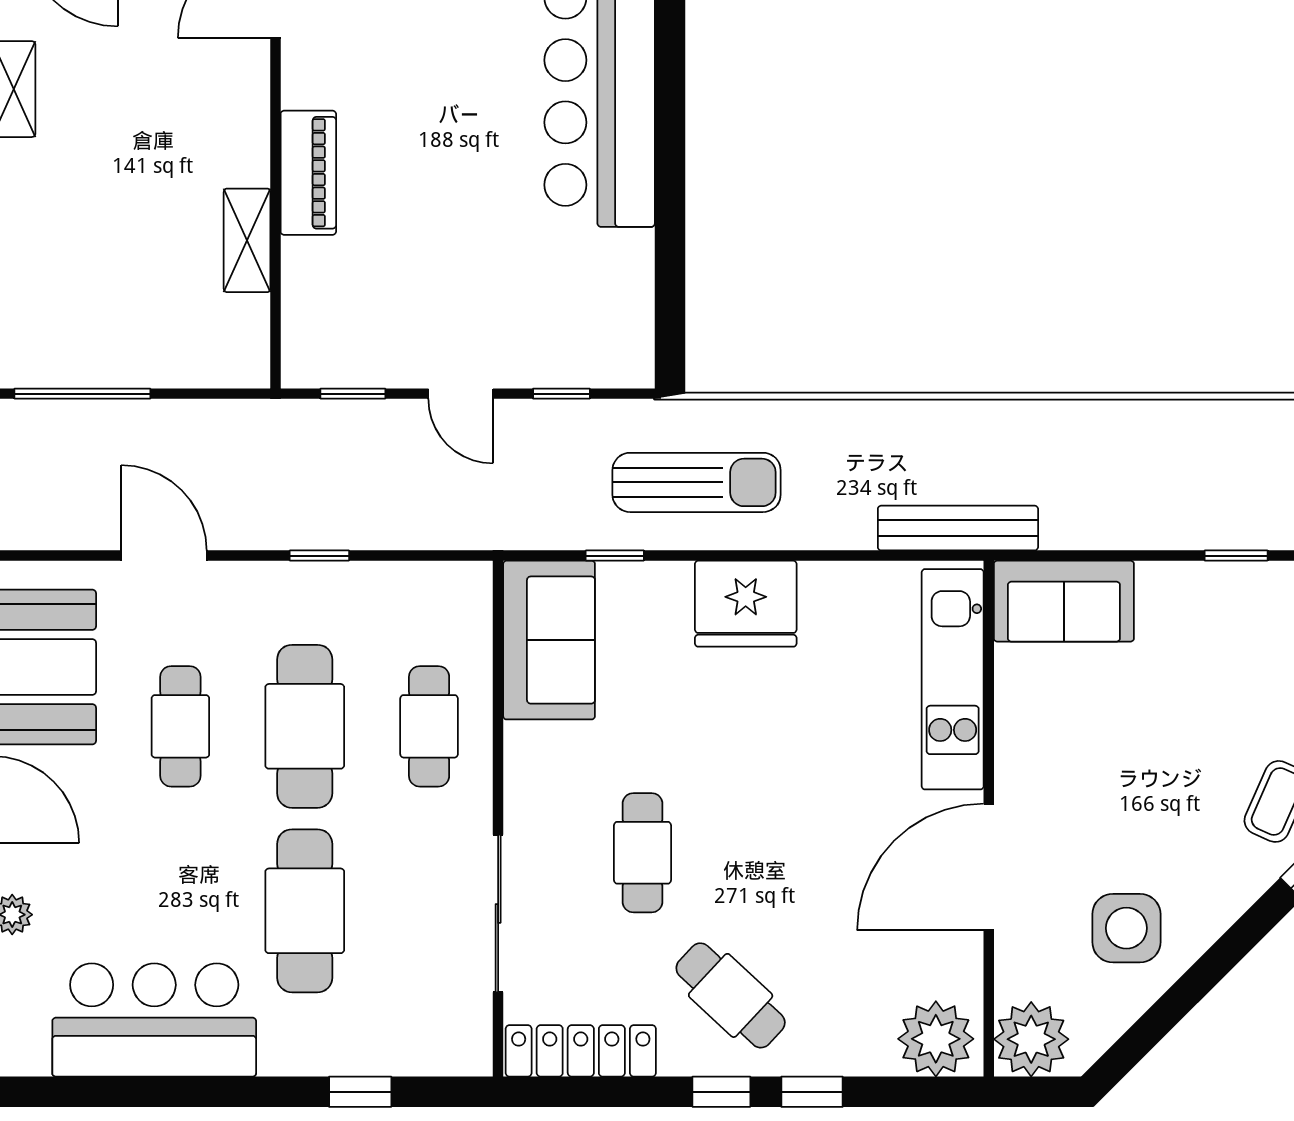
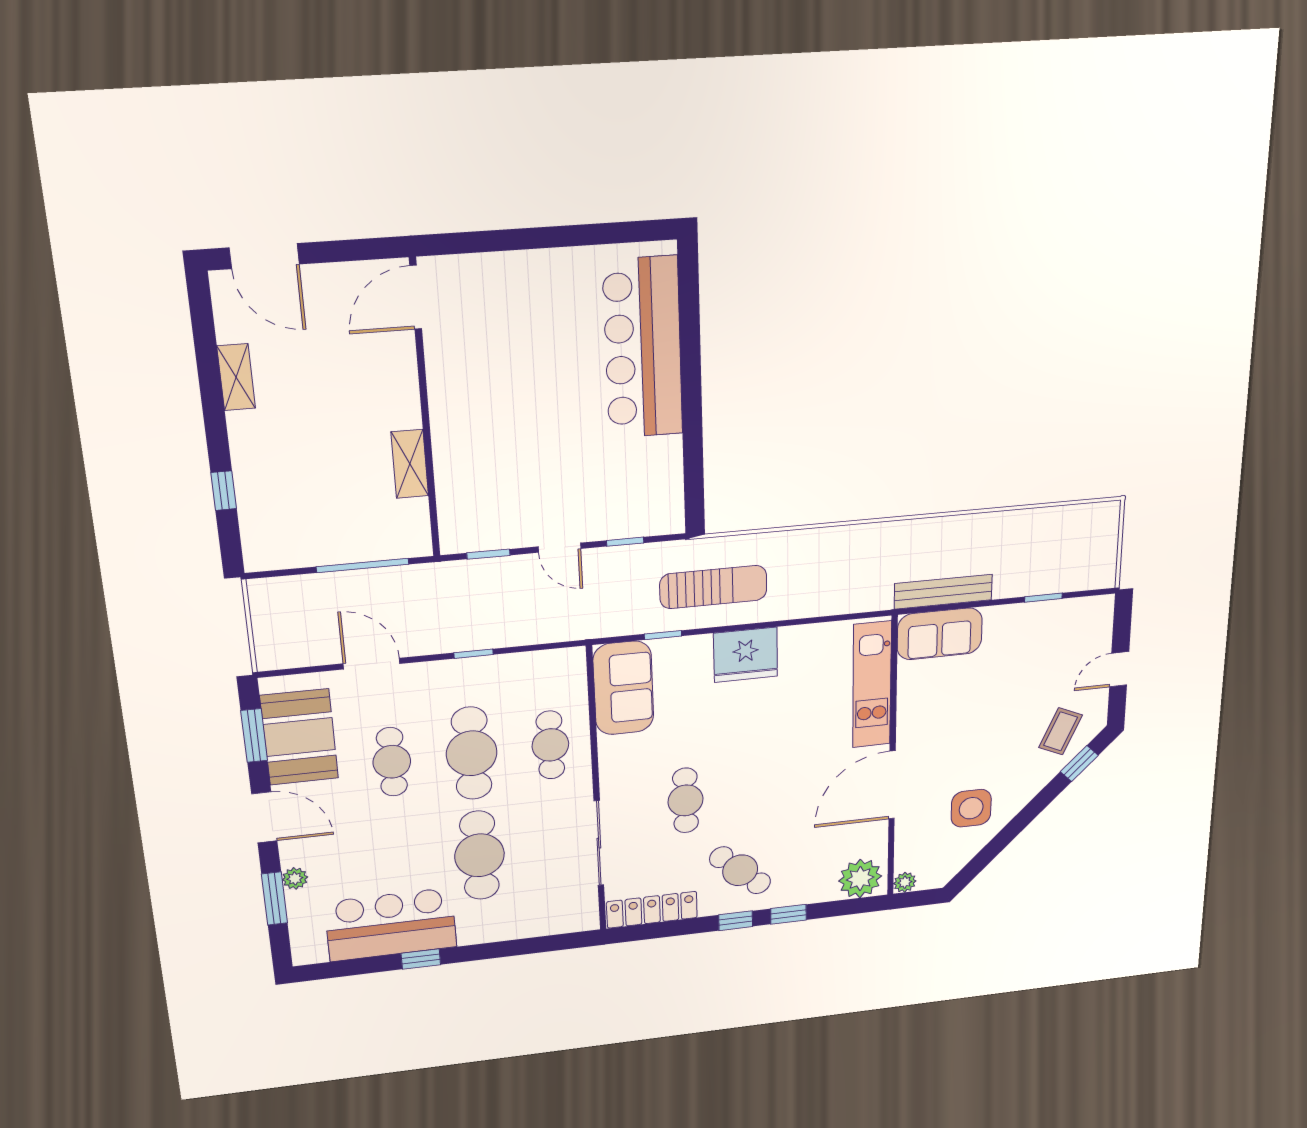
piano: (308, 173) -> (448, 417), removed
window: (82, 394) -> (363, 565), moved
bench: (958, 528) -> (943, 592), moved
plant: (1031, 1039) -> (905, 882), width x0.53, depth x0.53
window: (360, 1092) -> (421, 959), moved

